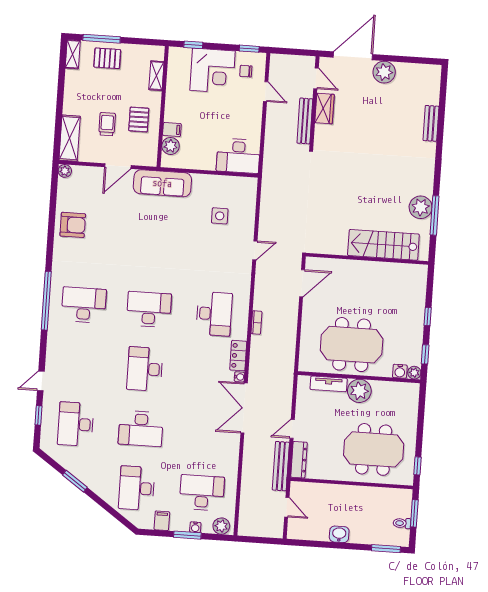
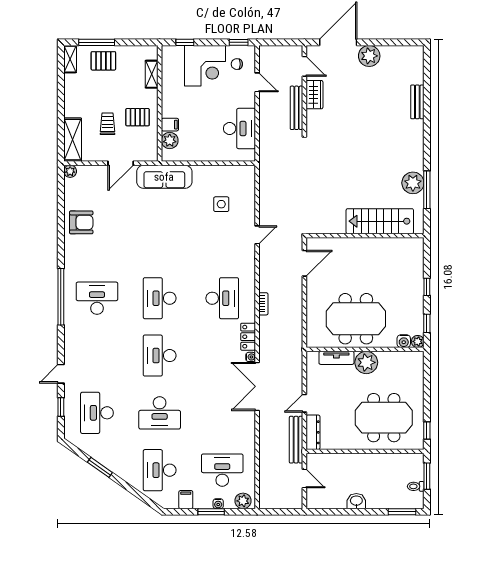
pallet: (139, 119) -> (138, 117), turned 90
desk: (238, 156) -> (239, 128), moved, turned -90
desk: (149, 309) -> (160, 298), turned -90

